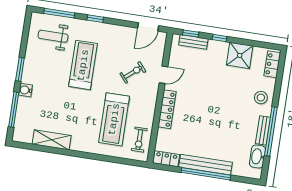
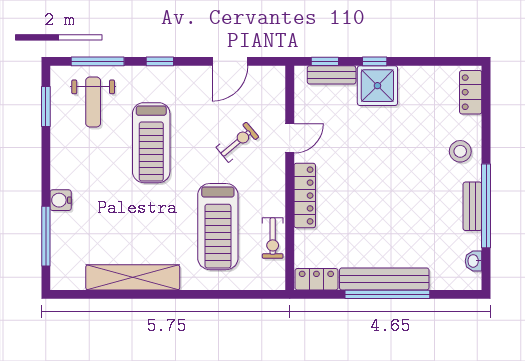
door: (148, 27) -> (230, 61), moved
weight bench: (53, 36) -> (93, 102), turned -90
shower: (240, 55) -> (377, 86), moved
treadmill: (83, 65) -> (151, 143), turned 180
window: (20, 69) -> (46, 106), moved
shelving: (52, 140) -> (133, 277), width x1.47
exercise bike: (139, 140) -> (273, 238), moved
washbasin: (257, 157) -> (474, 261), width x0.52, depth x0.69

